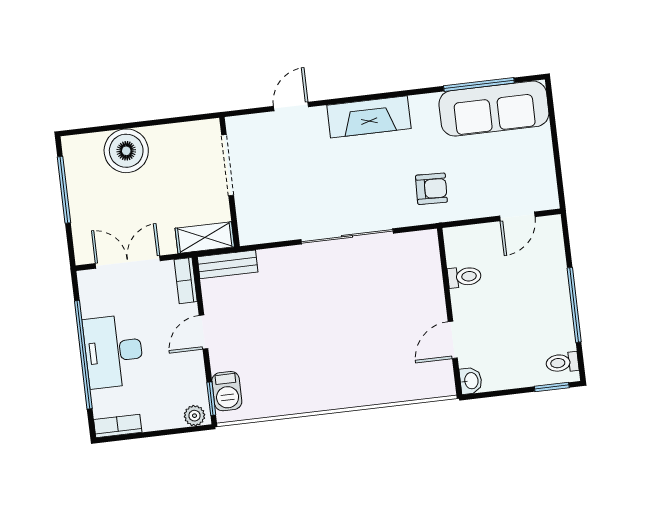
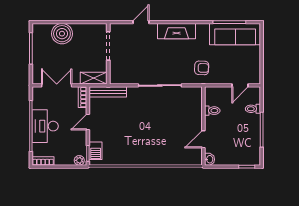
bench: (228, 264) -> (108, 92), width x1.36
toilet: (562, 363) -> (253, 109), moved

